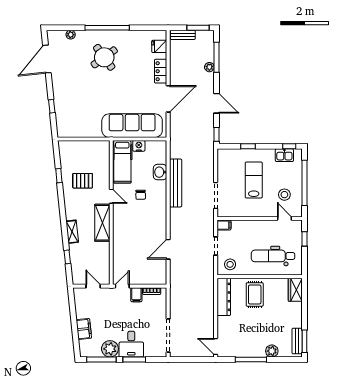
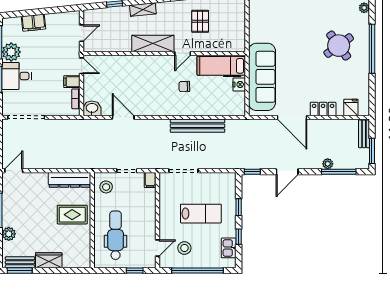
window: (289, 146) -> (239, 237), moved
washbasin: (160, 172) -> (92, 108), moved
wardrobe: (295, 290) -> (49, 260), moved

